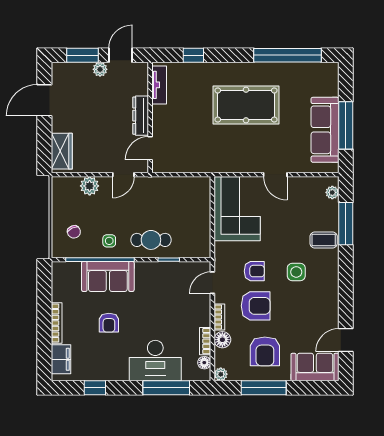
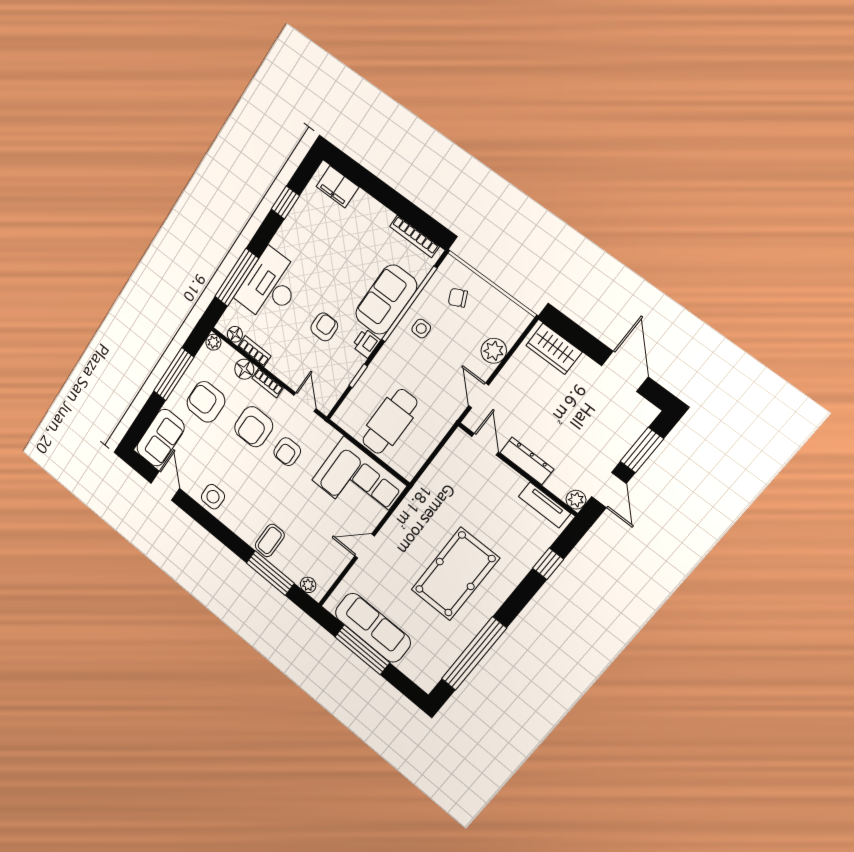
plant: (100, 69) -> (576, 500), moved
cafe table: (151, 240) -> (390, 421), moved, width x1.37, depth x1.35
printer: (144, 269) -> (366, 343), added
side table: (296, 272) -> (213, 497), moved
bookcase: (57, 323) -> (414, 236), moved
armchair: (109, 323) -> (324, 327), moved, turned 90

